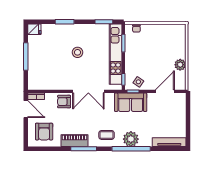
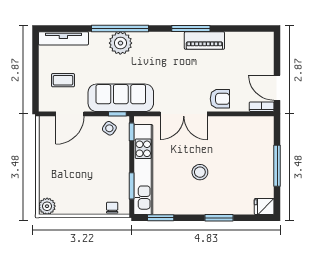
plant: (180, 65) -> (47, 206), moved
double door: (88, 91) -> (184, 114), swing flipped
sofa: (131, 102) -> (121, 98), width x1.36
armchair: (44, 132) -> (250, 54), removed
coffee table: (107, 135) -> (63, 80), moved

